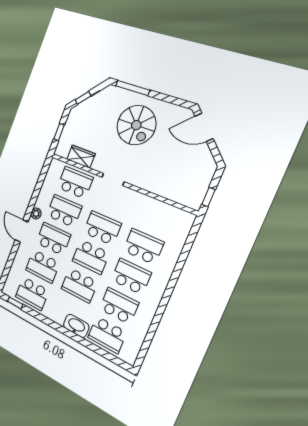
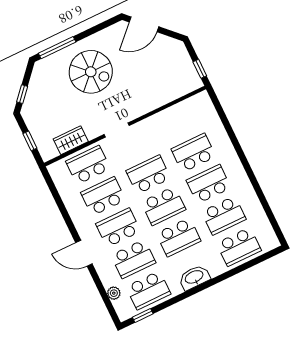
plant: (36, 213) -> (114, 293), moved
school desk: (119, 306) -> (224, 215), turned 180
washbasin: (76, 326) -> (194, 277), moved

